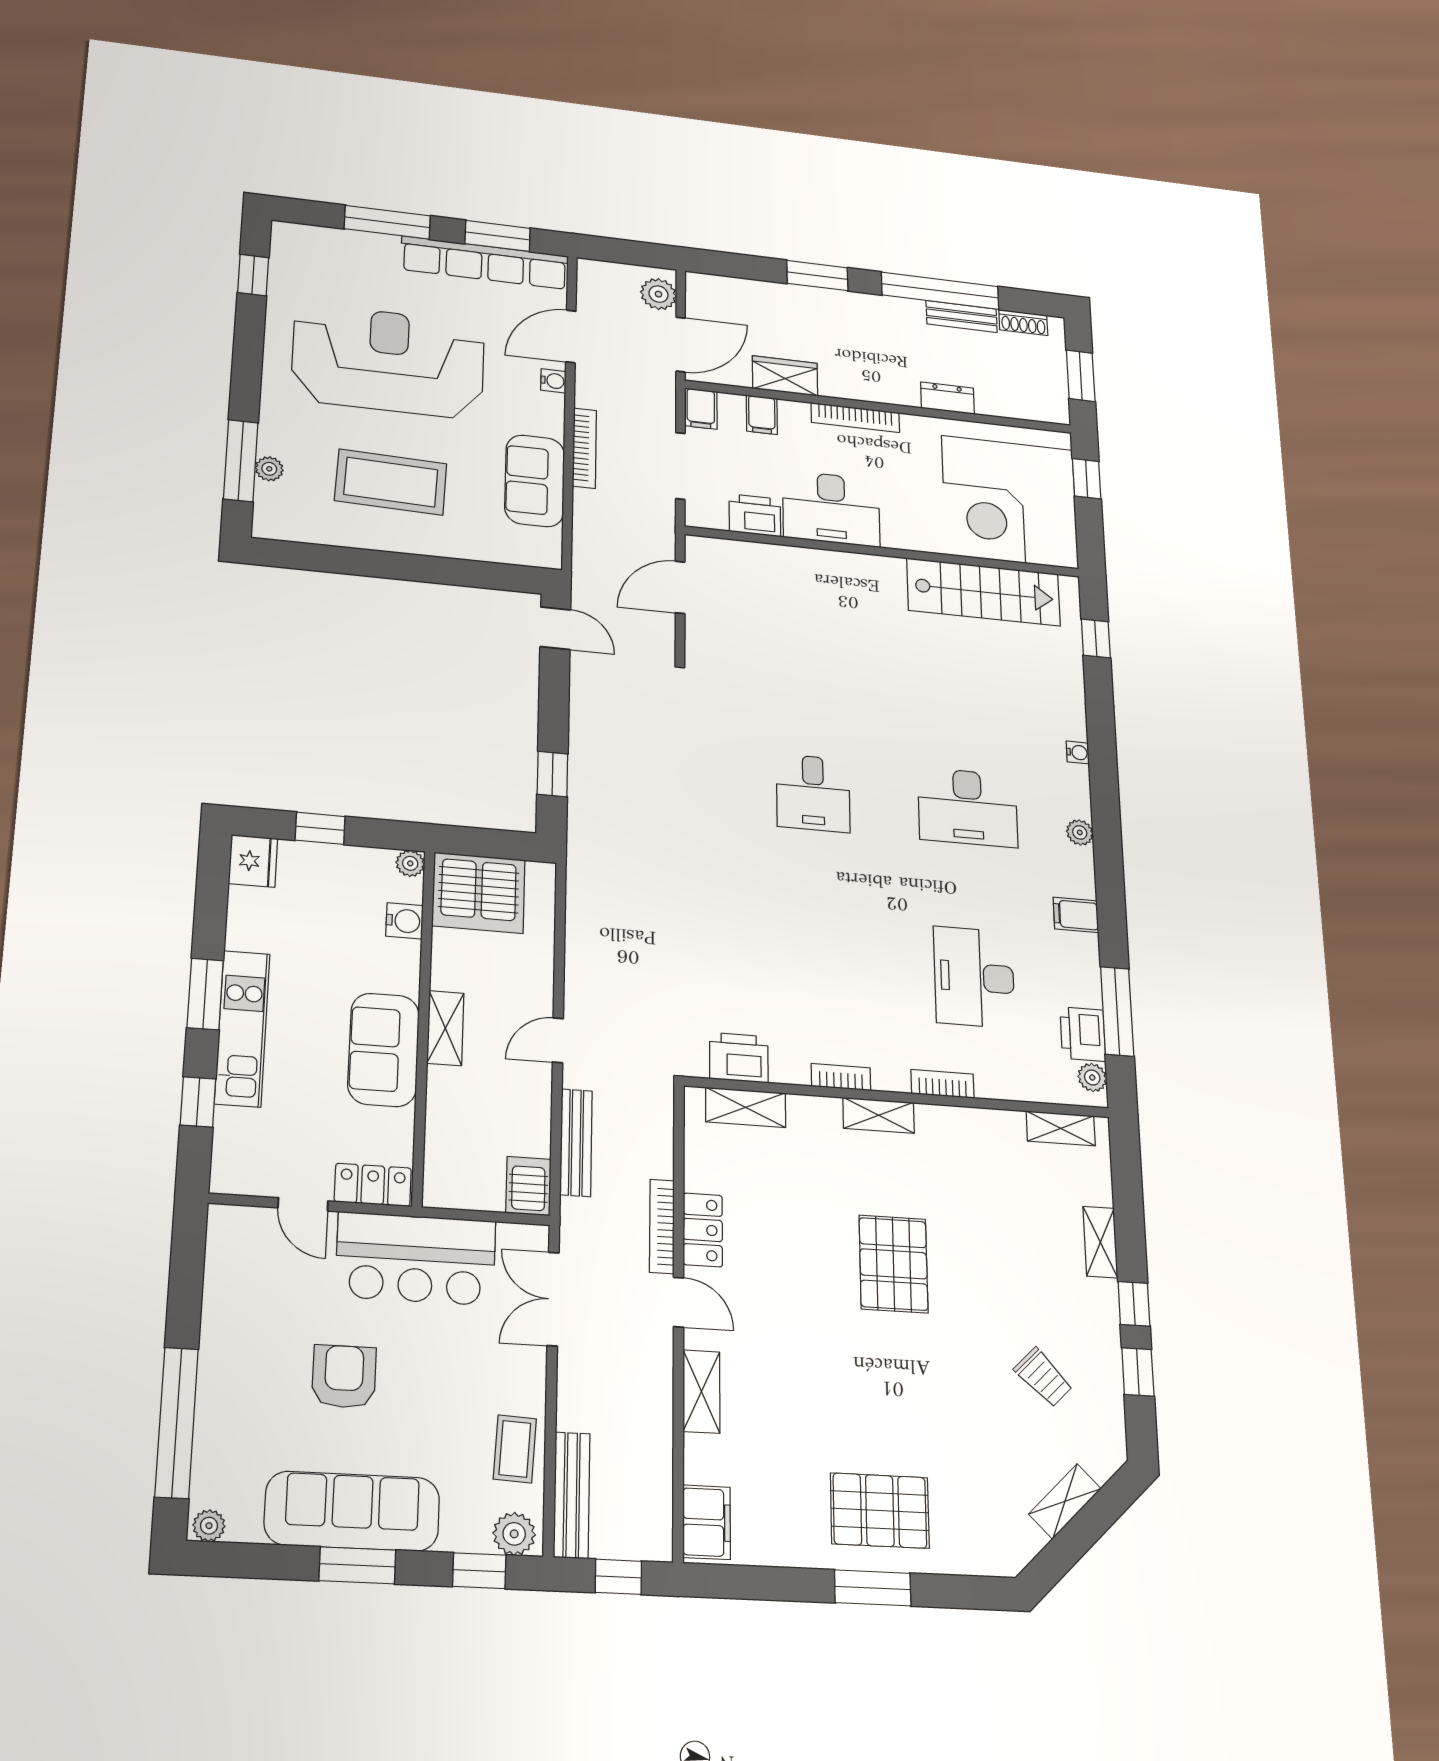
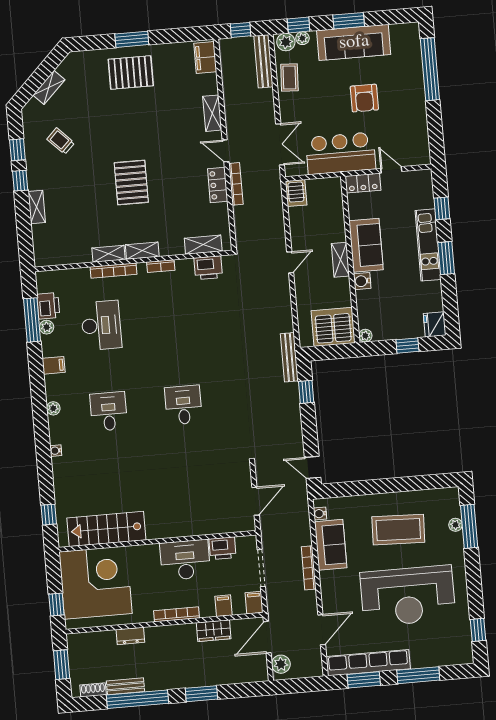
water cooler: (553, 381) -> (320, 514), moved
desk: (968, 807) -> (109, 411), width x0.73
water cooler: (404, 921) -> (362, 281), moved
plant: (1092, 1077) -> (47, 327), moved
bookcase: (943, 1084) -> (113, 271), width x1.56
shelving: (1061, 1128) -> (109, 254), moved
bench: (576, 1143) -> (289, 357), moved
plant: (209, 1526) -> (302, 38), moved

